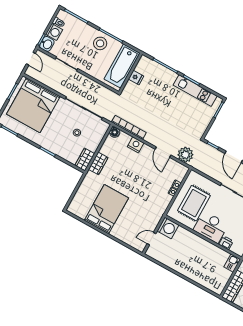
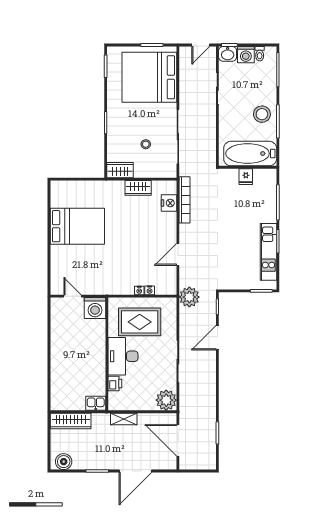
floor lamp: (115, 132) -> (170, 187), removed
nightstand: (136, 145) -> (169, 203), moved
plant: (185, 155) -> (189, 297), moved
wardrobe: (98, 163) -> (138, 188), moved

